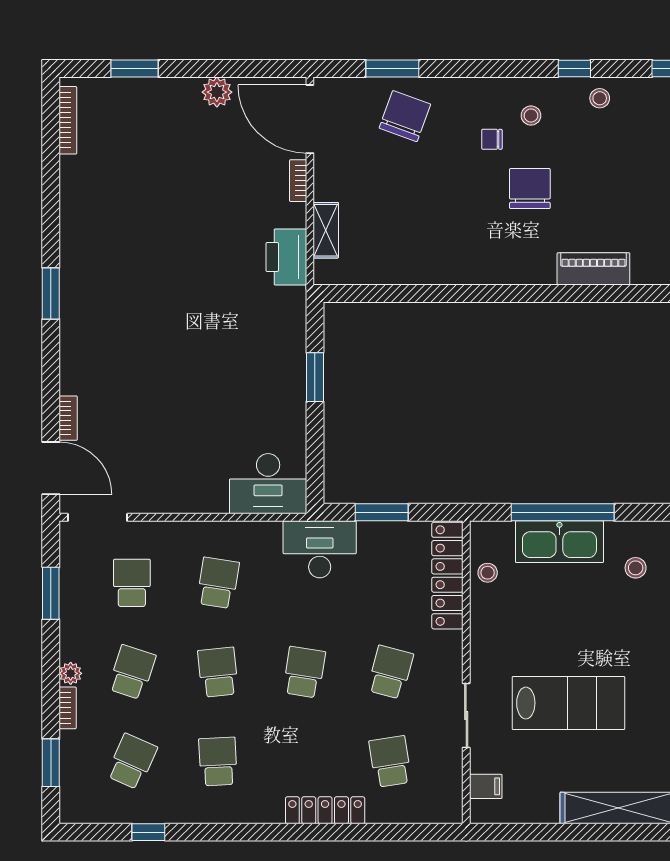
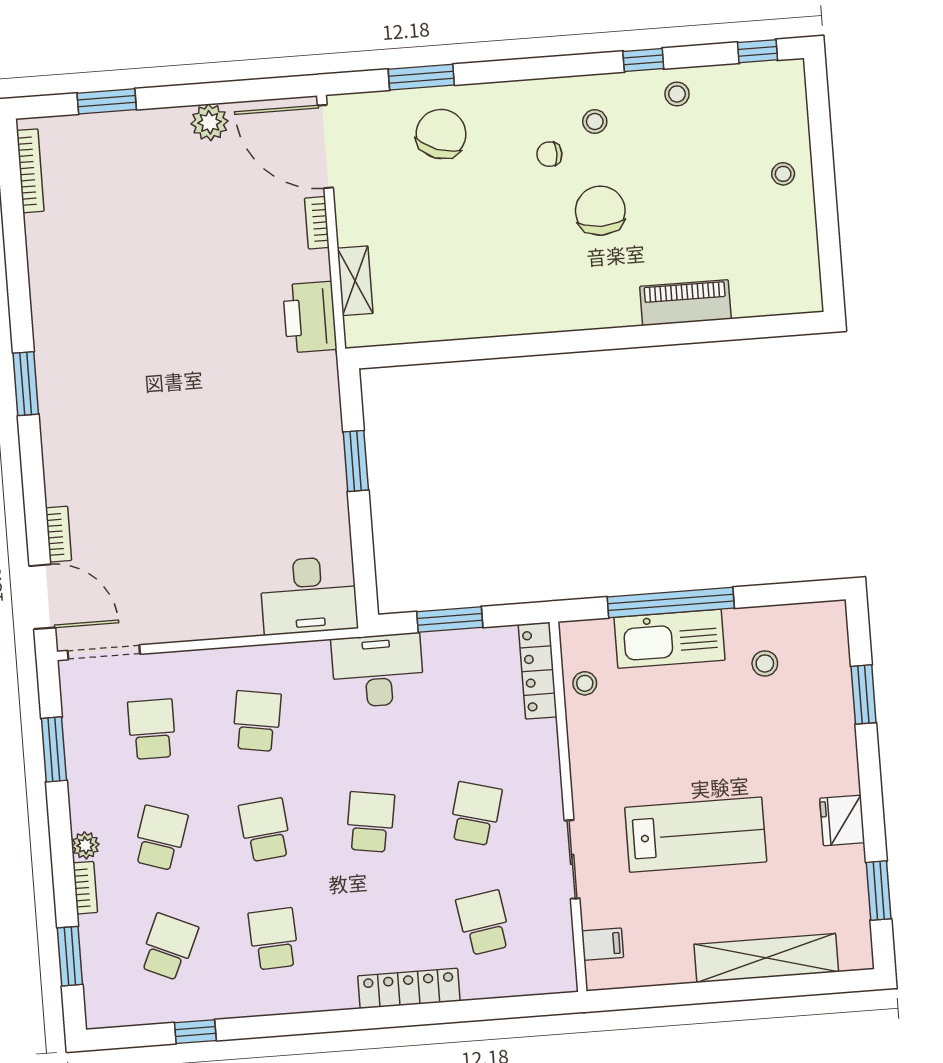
locker: (447, 576) -> (538, 671), width x0.71, depth x0.83

